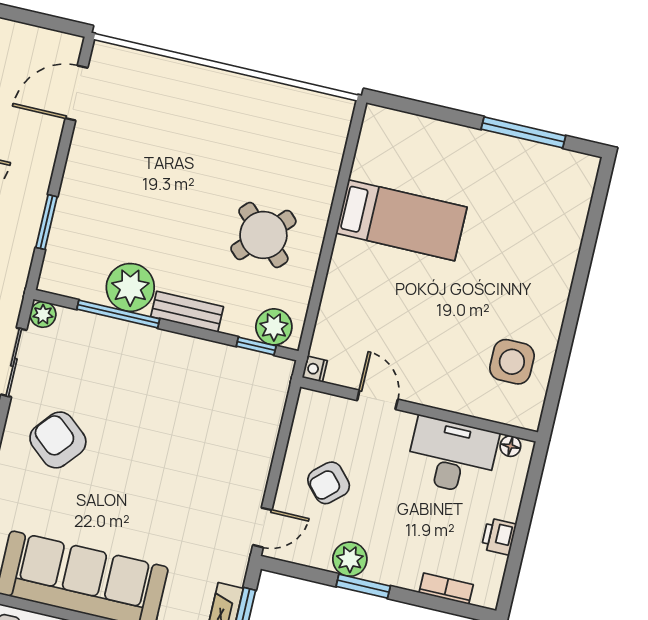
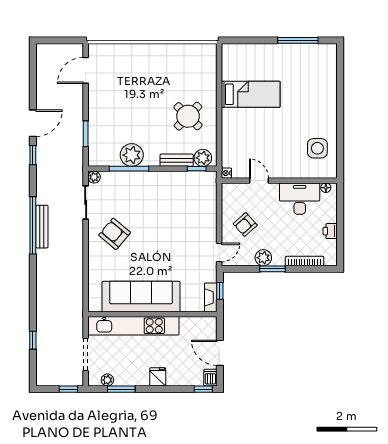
bench: (187, 312) -> (177, 160), moved
bookcase: (446, 589) -> (304, 261), width x1.56

